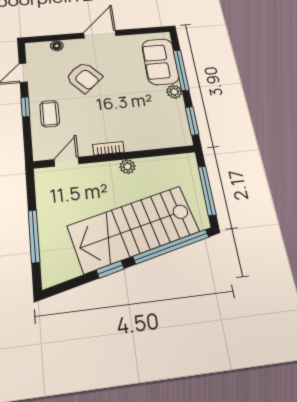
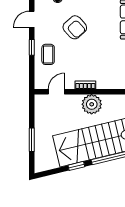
plant: (127, 167) -> (92, 104), width x1.87, depth x1.87
window: (34, 236) -> (32, 140), width x0.69

